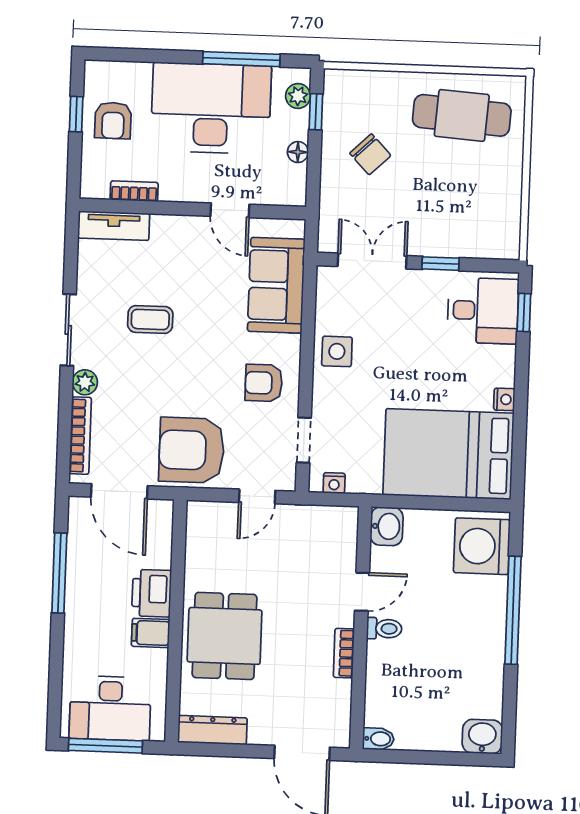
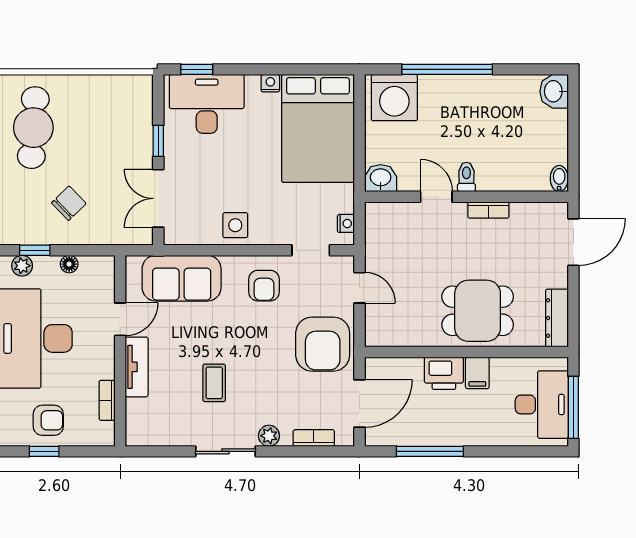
tv unit: (114, 226) -> (137, 367), moved
desk: (483, 311) -> (207, 104), width x1.37
bookcase: (80, 436) -> (314, 438), width x0.64

